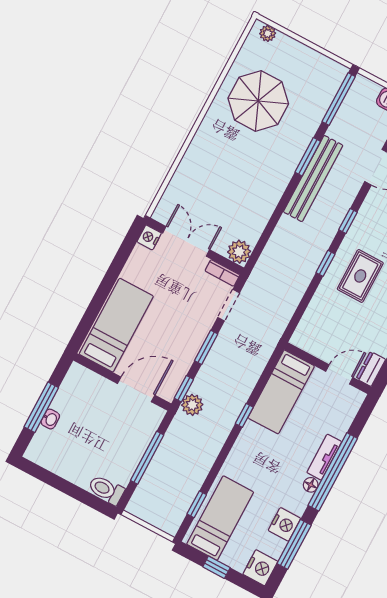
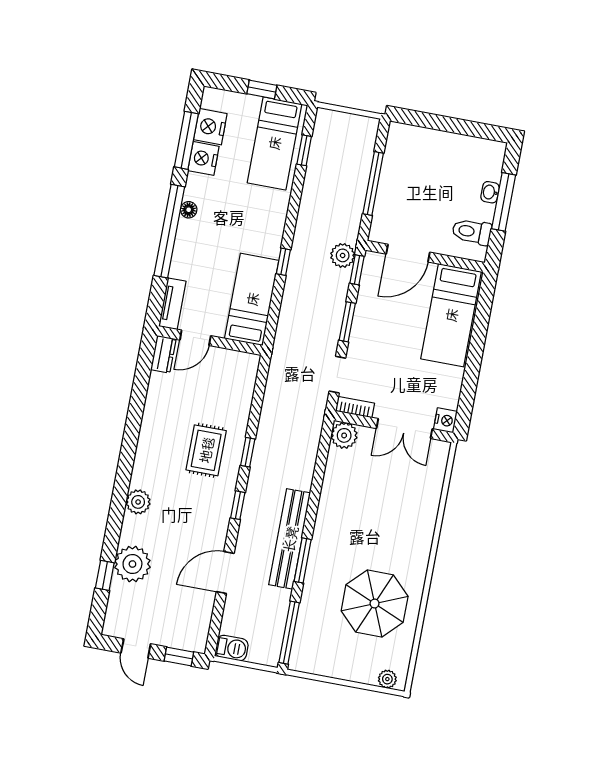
tv unit: (324, 457) -> (172, 304), moved
toilet: (106, 490) -> (472, 232), moved, turned 180
nightstand: (260, 568) -> (210, 127), moved

